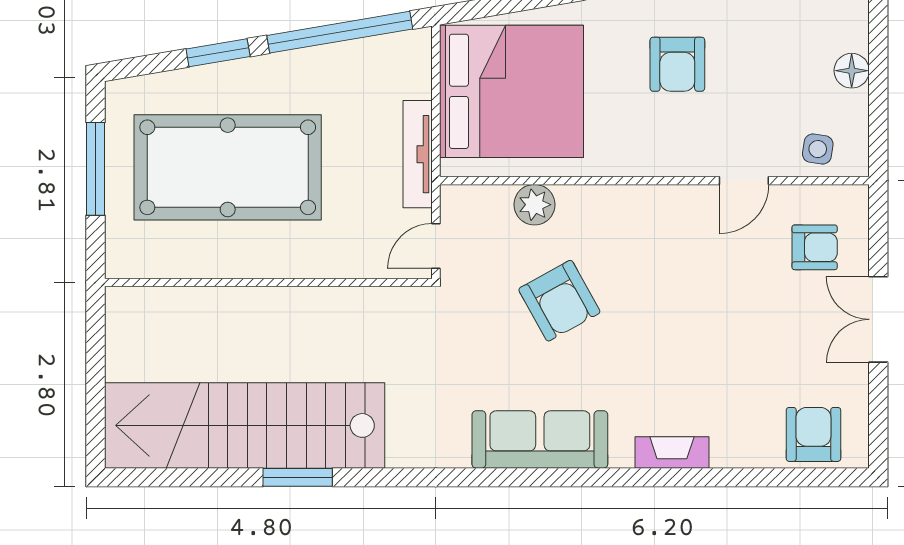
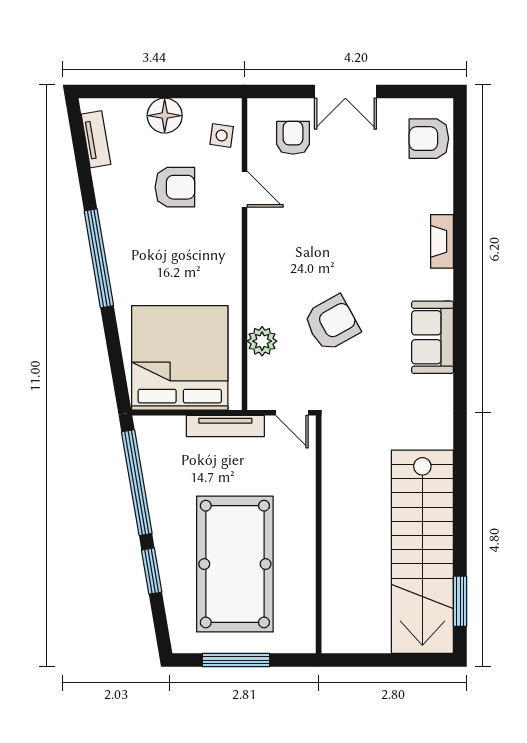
armchair: (677, 64) -> (175, 187), moved
floor lamp: (852, 71) -> (165, 116), width x1.38, depth x1.38
sofa: (540, 439) -> (433, 337), width x0.73
window: (298, 477) -> (460, 601), moved

